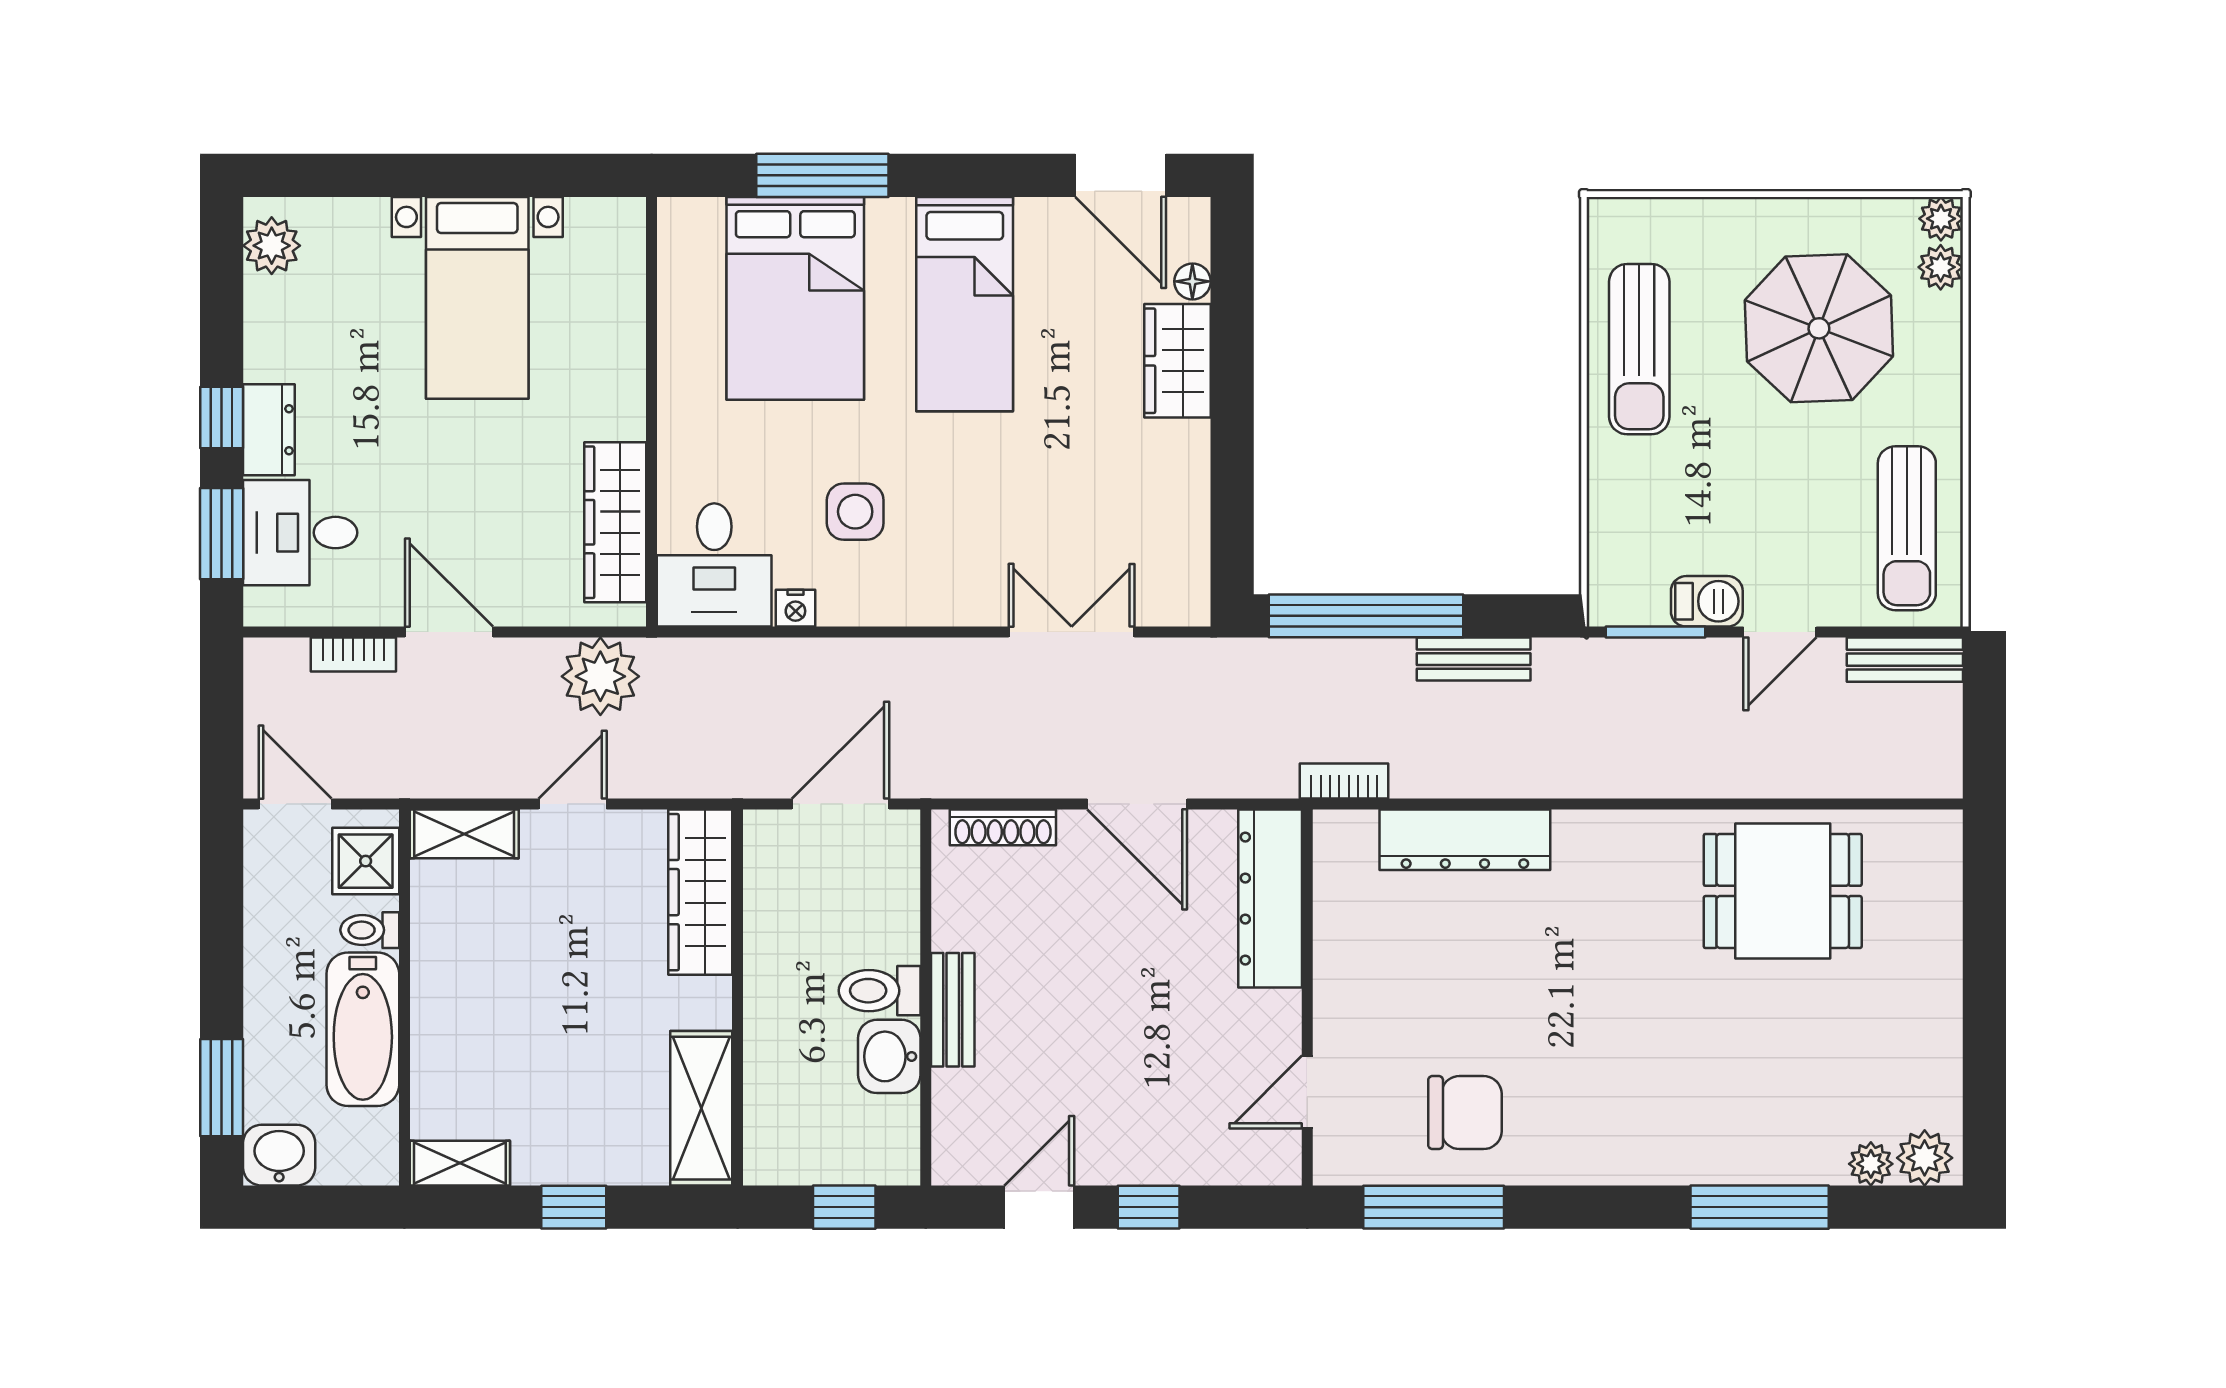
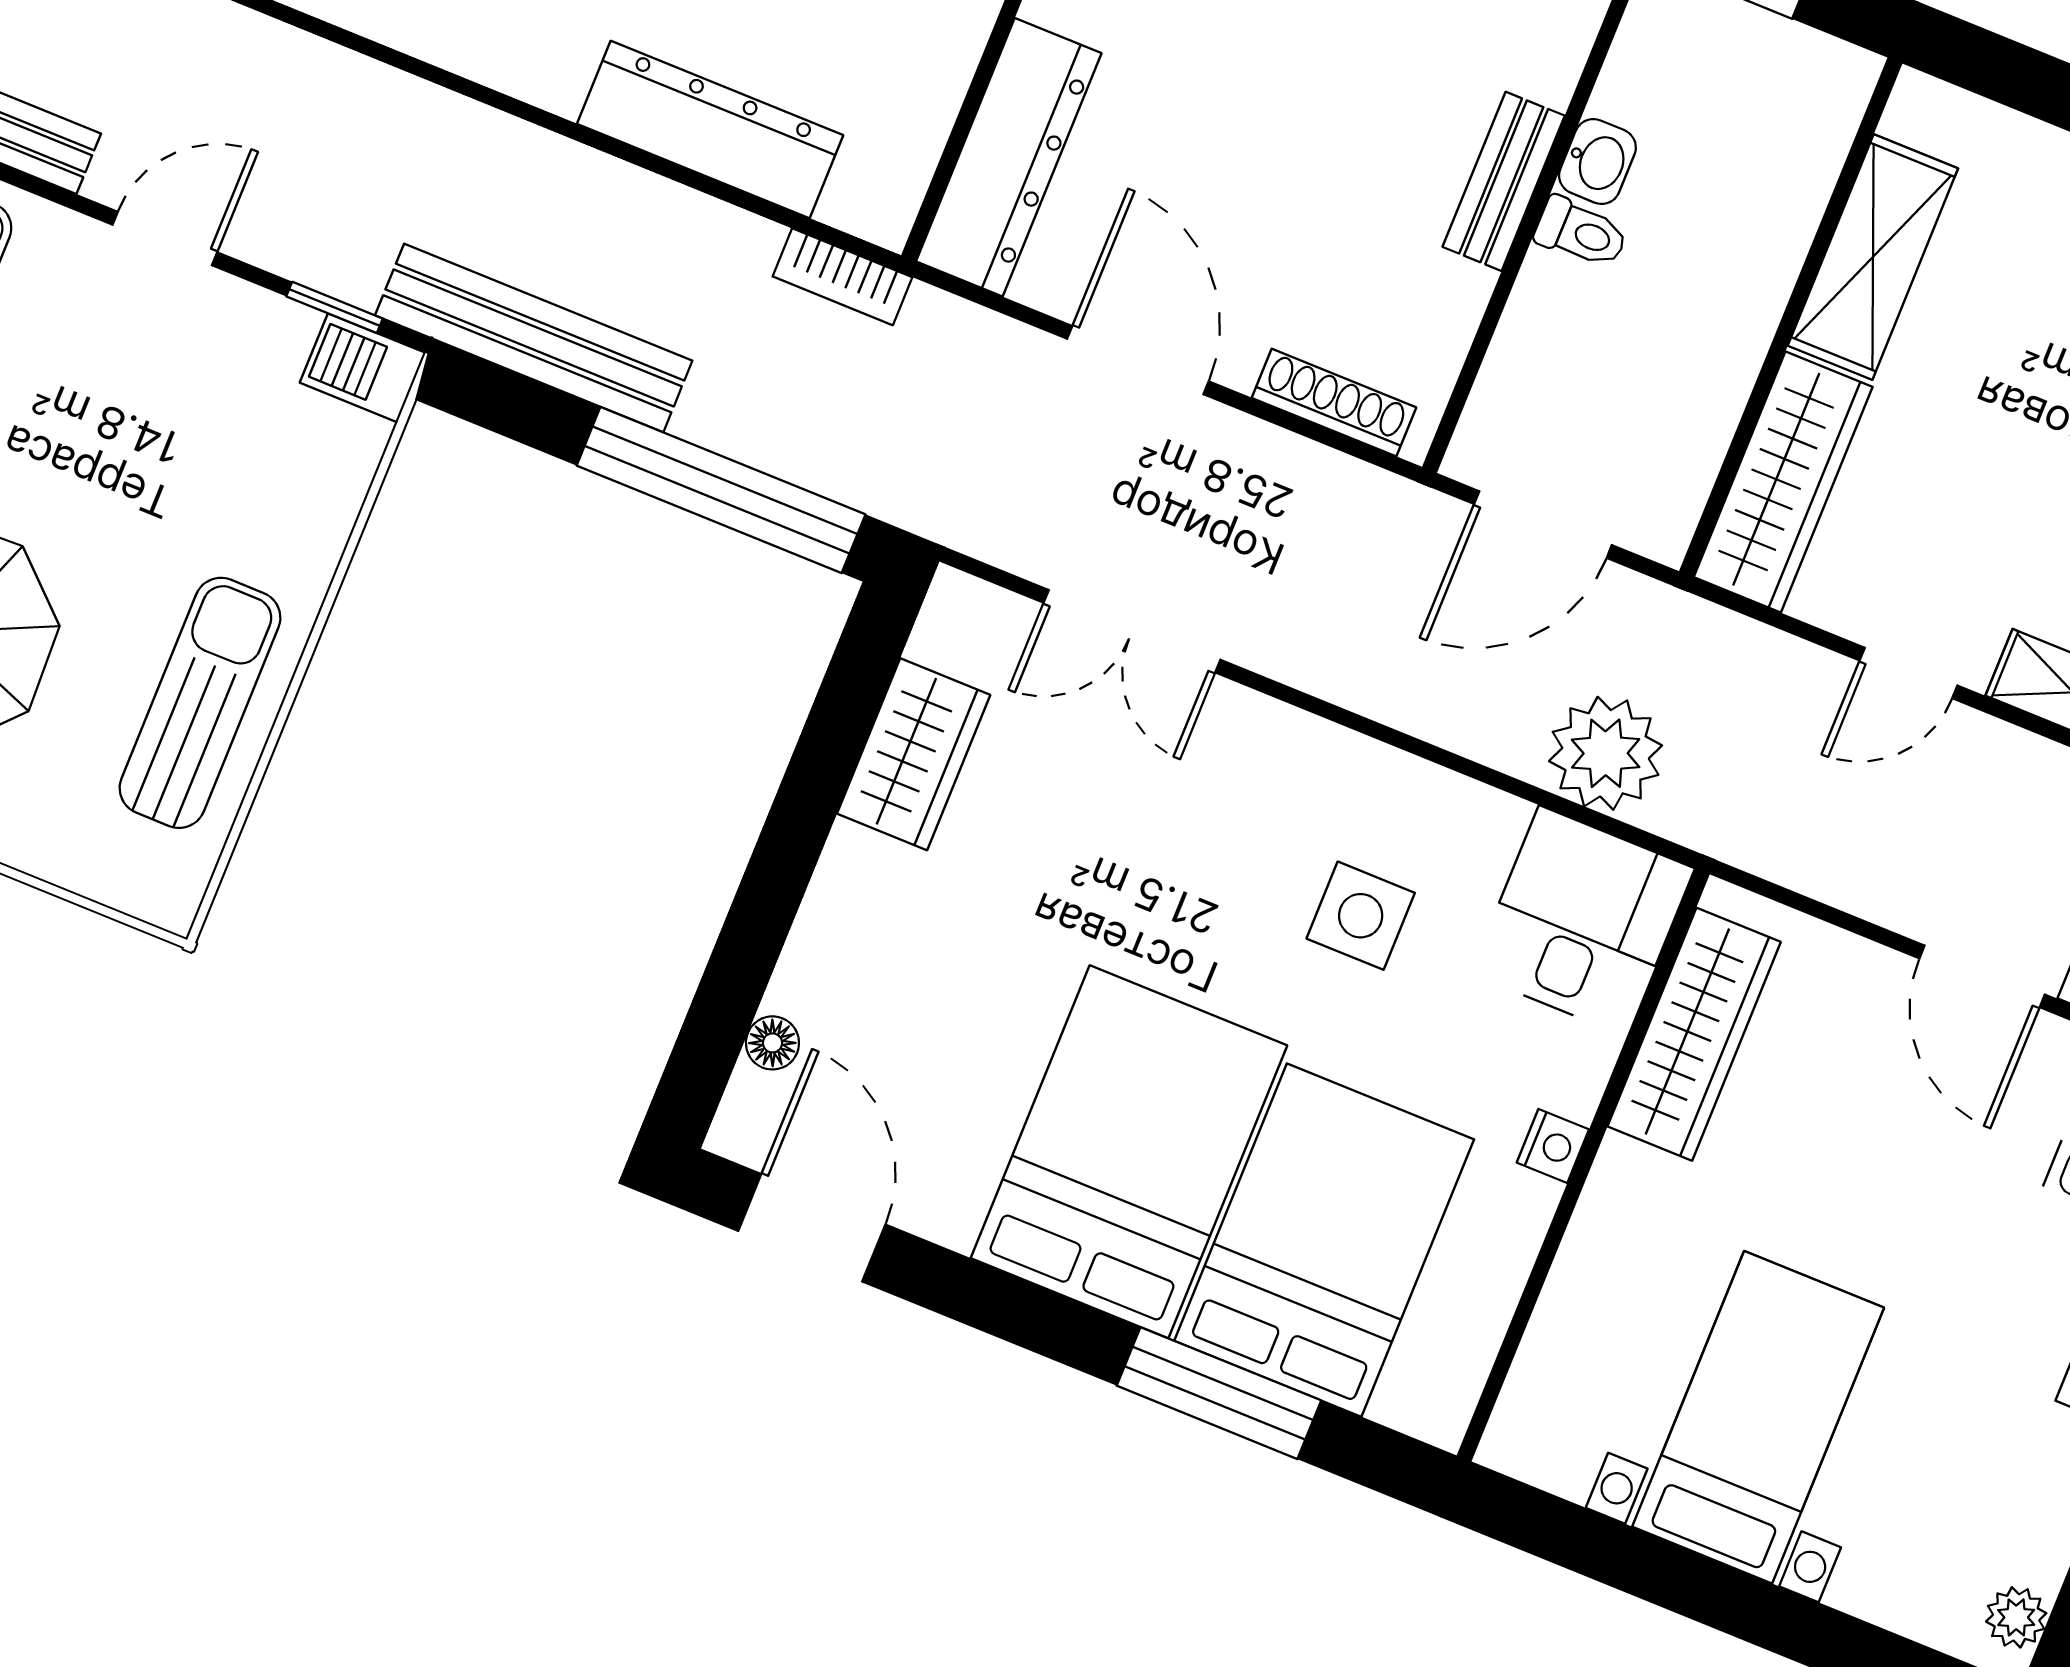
plant: (272, 246) -> (2016, 1617), width x0.73, depth x0.73
bed: (965, 304) -> (1129, 1152), width x1.50
wardrobe: (1177, 361) -> (914, 754), moved
barbecue: (1707, 601) -> (363, 368), moved
nightstand: (795, 608) -> (1553, 1146), moved, turned 90
window: (1656, 632) -> (335, 307), width x0.67
bench: (1474, 659) -> (534, 338), width x1.86, depth x1.21
plant: (600, 676) -> (1606, 753), moved
toilet: (880, 991) -> (1581, 233), width x0.73, depth x0.72
washbasin: (889, 1056) -> (1597, 161), width x0.72, depth x0.69
shelving: (701, 1108) -> (1873, 257), moved

